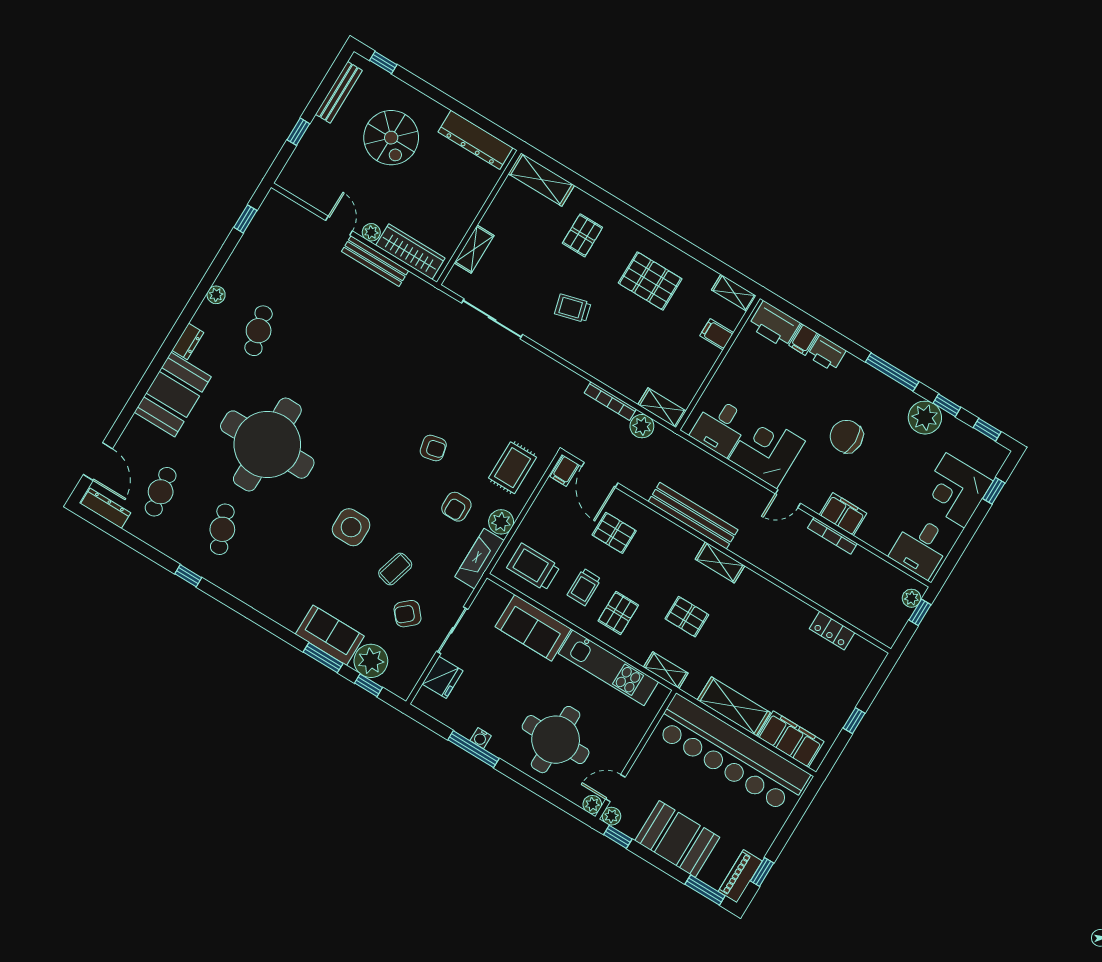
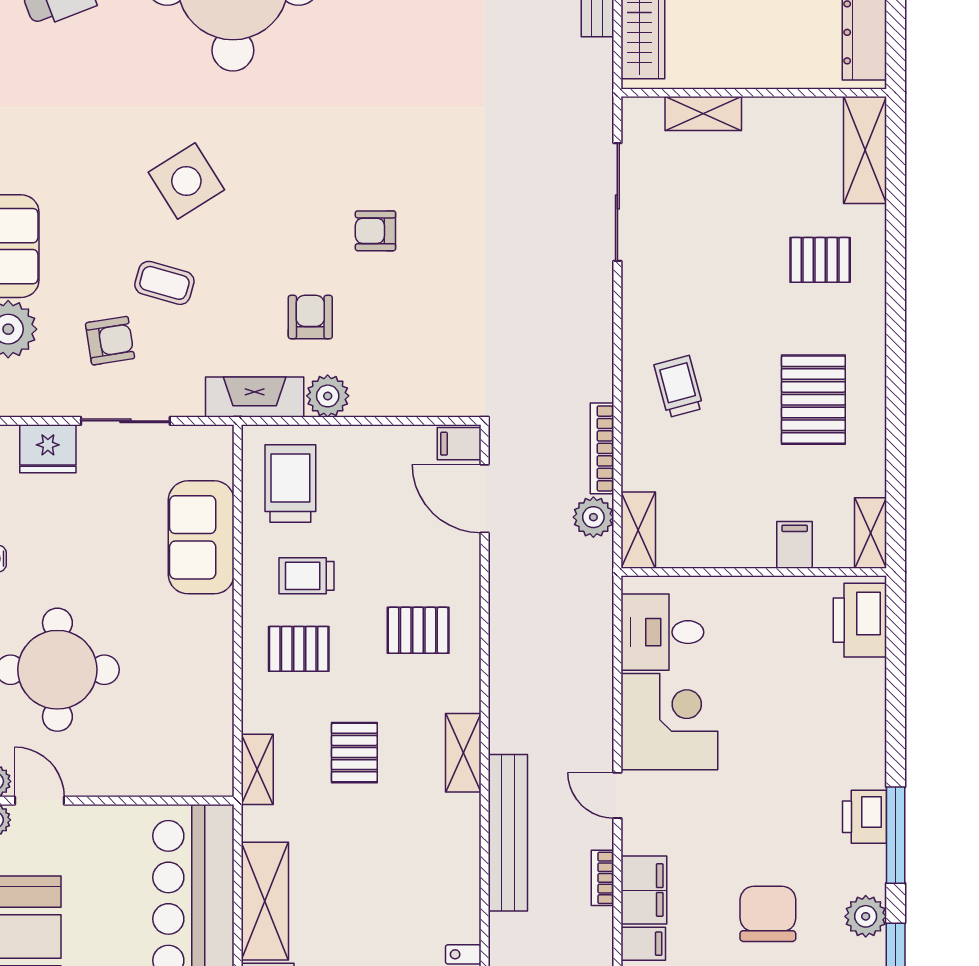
trolley: (573, 308) -> (679, 386), moved
filing cabinet: (804, 339) -> (643, 944), moved, turned 180
printer: (827, 353) -> (865, 817), moved
plant: (925, 418) -> (866, 916), width x0.73, depth x0.73
chair: (847, 436) -> (768, 914), moved
armchair: (433, 448) -> (375, 231), turned 103
rug: (512, 468) -> (417, 364), removed
door: (600, 475) -> (485, 499), hinge flipped
armchair: (456, 507) -> (310, 317), turned 90
bench: (693, 516) -> (508, 833), moved
side table: (351, 527) -> (186, 181), turned -32
pallet: (614, 533) -> (418, 630), moved, turned 90
bookcase: (832, 536) -> (603, 878), width x0.64
armchair: (408, 614) -> (110, 341), turned 122
kitchen unit: (608, 668) -> (210, 683), removed

